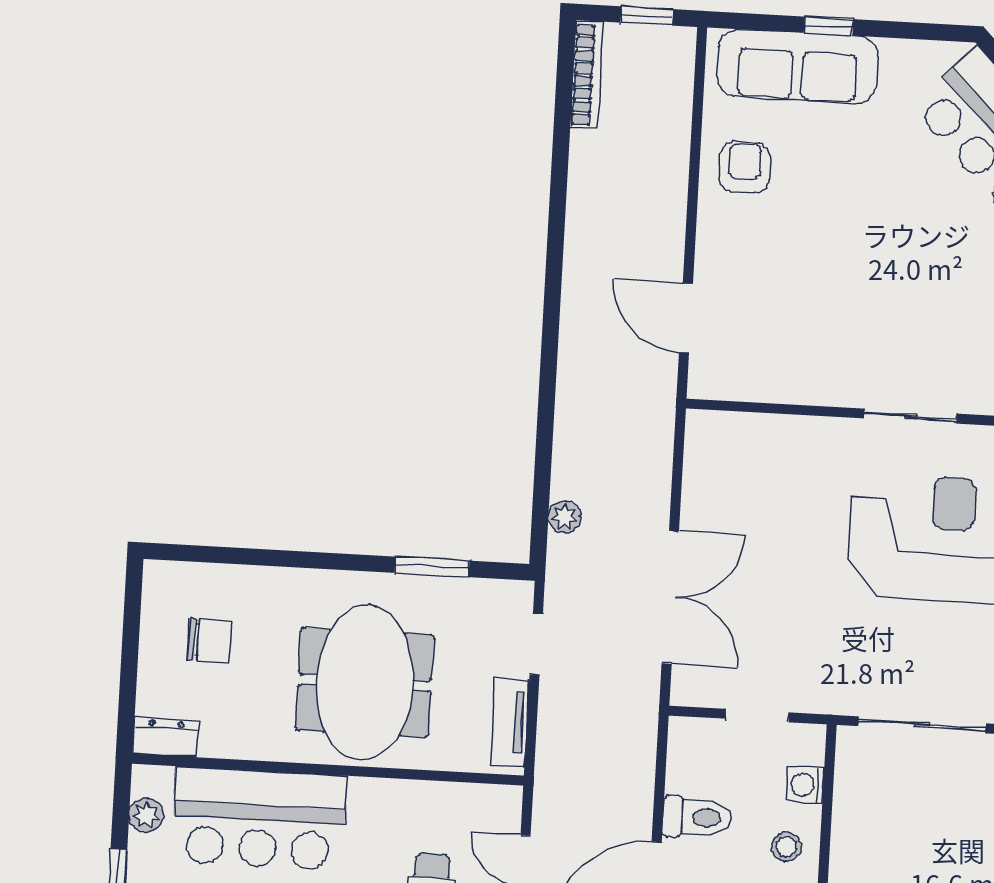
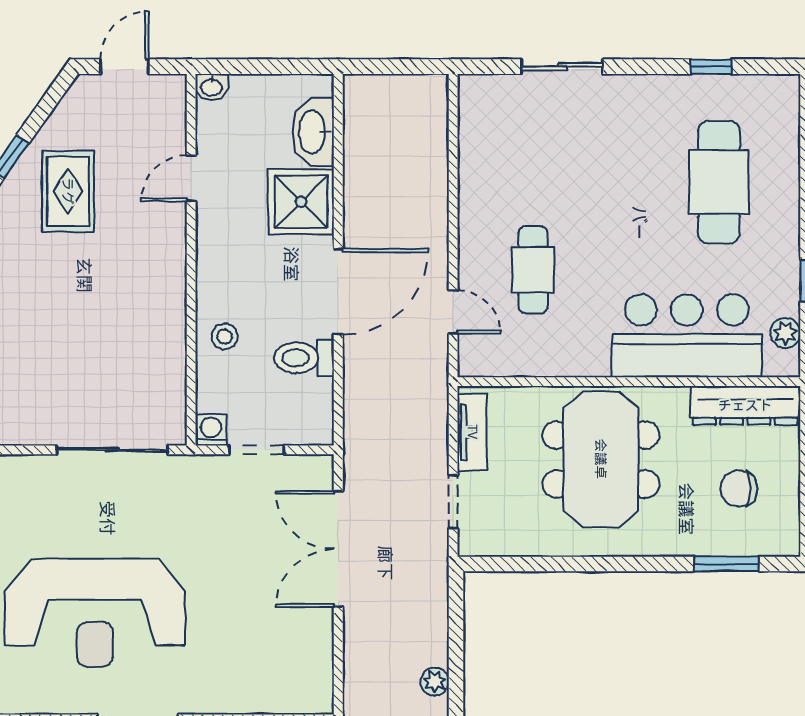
plant: (564, 517) -> (435, 682), moved
window: (432, 567) -> (726, 564), moved
dresser: (166, 738) -> (745, 405), width x1.96, depth x1.24
washing machine: (805, 785) -> (211, 430), moved, turned -90

